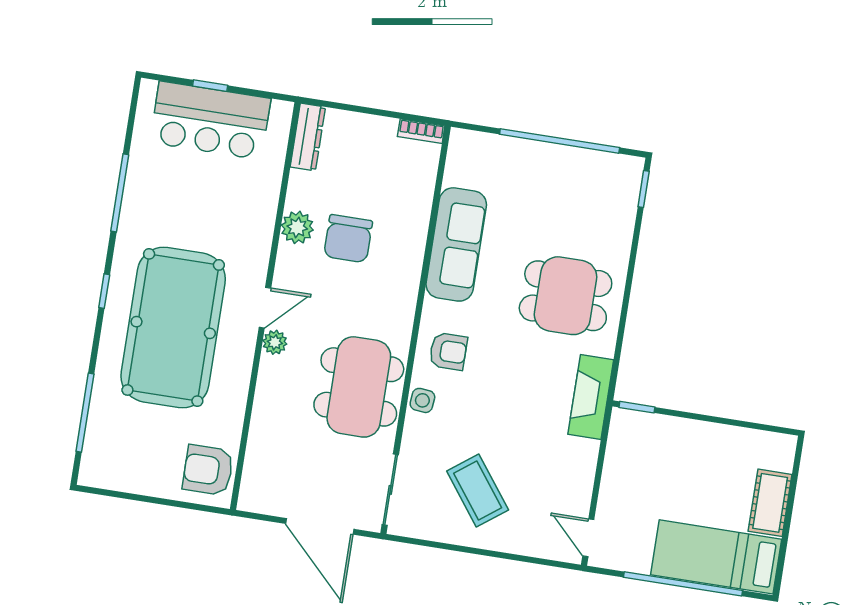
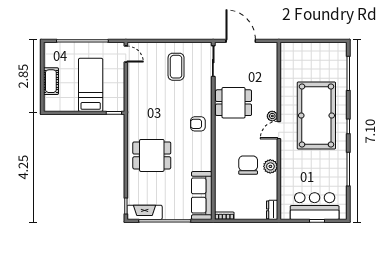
dresser: (308, 137) -> (272, 210), width x0.70
sofa: (456, 244) -> (202, 196), moved
dining table: (359, 387) -> (234, 103), width x0.73
fireplace: (591, 397) -> (145, 212), moved, turned -90
side table: (422, 400) -> (206, 101), removed
armchair: (208, 470) -> (292, 57), removed
coffee table: (478, 491) -> (176, 67), turned 37
bed: (716, 557) -> (91, 85), moved, turned -90

